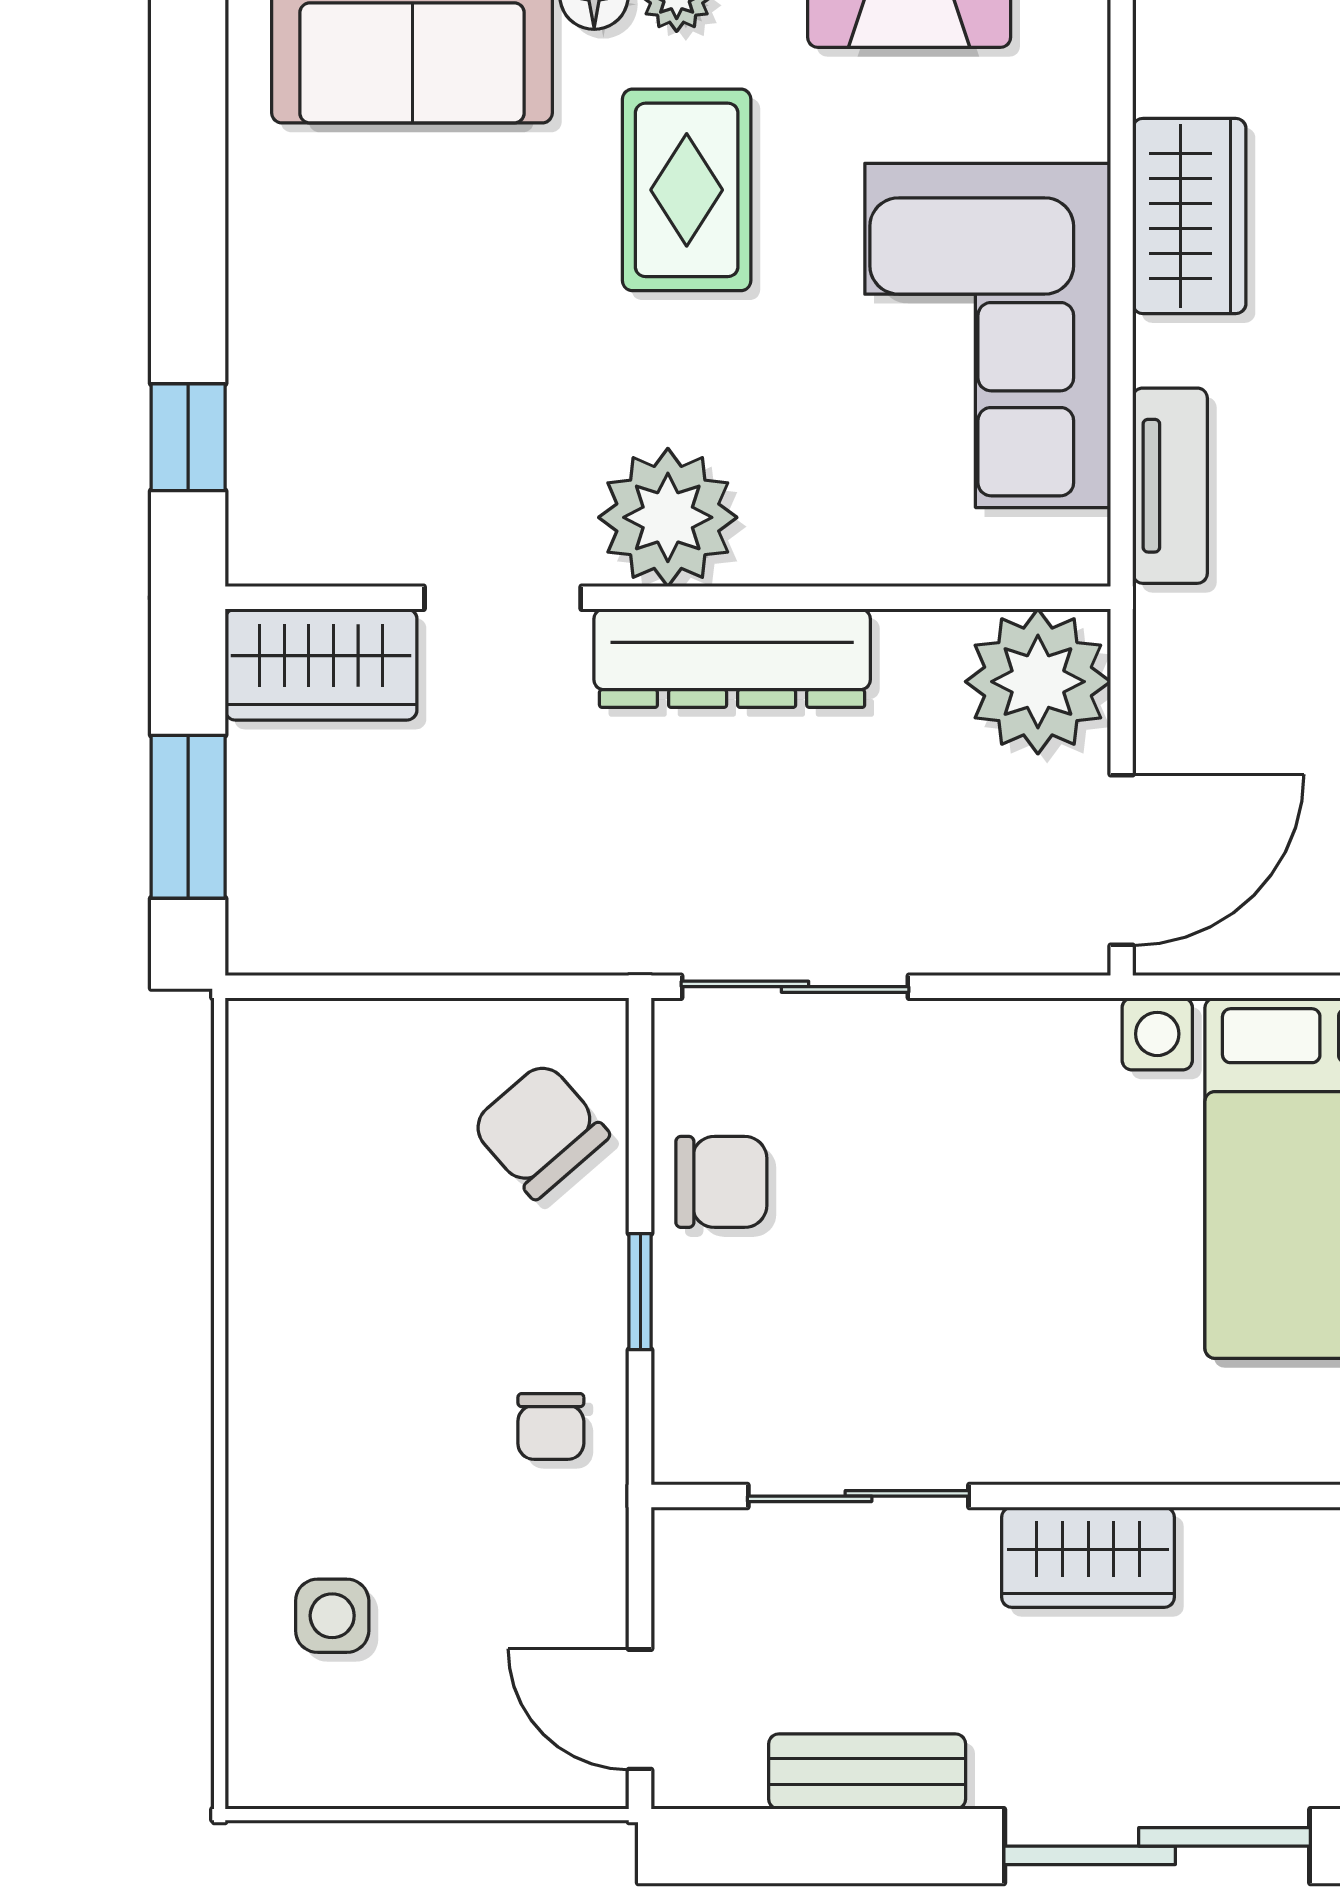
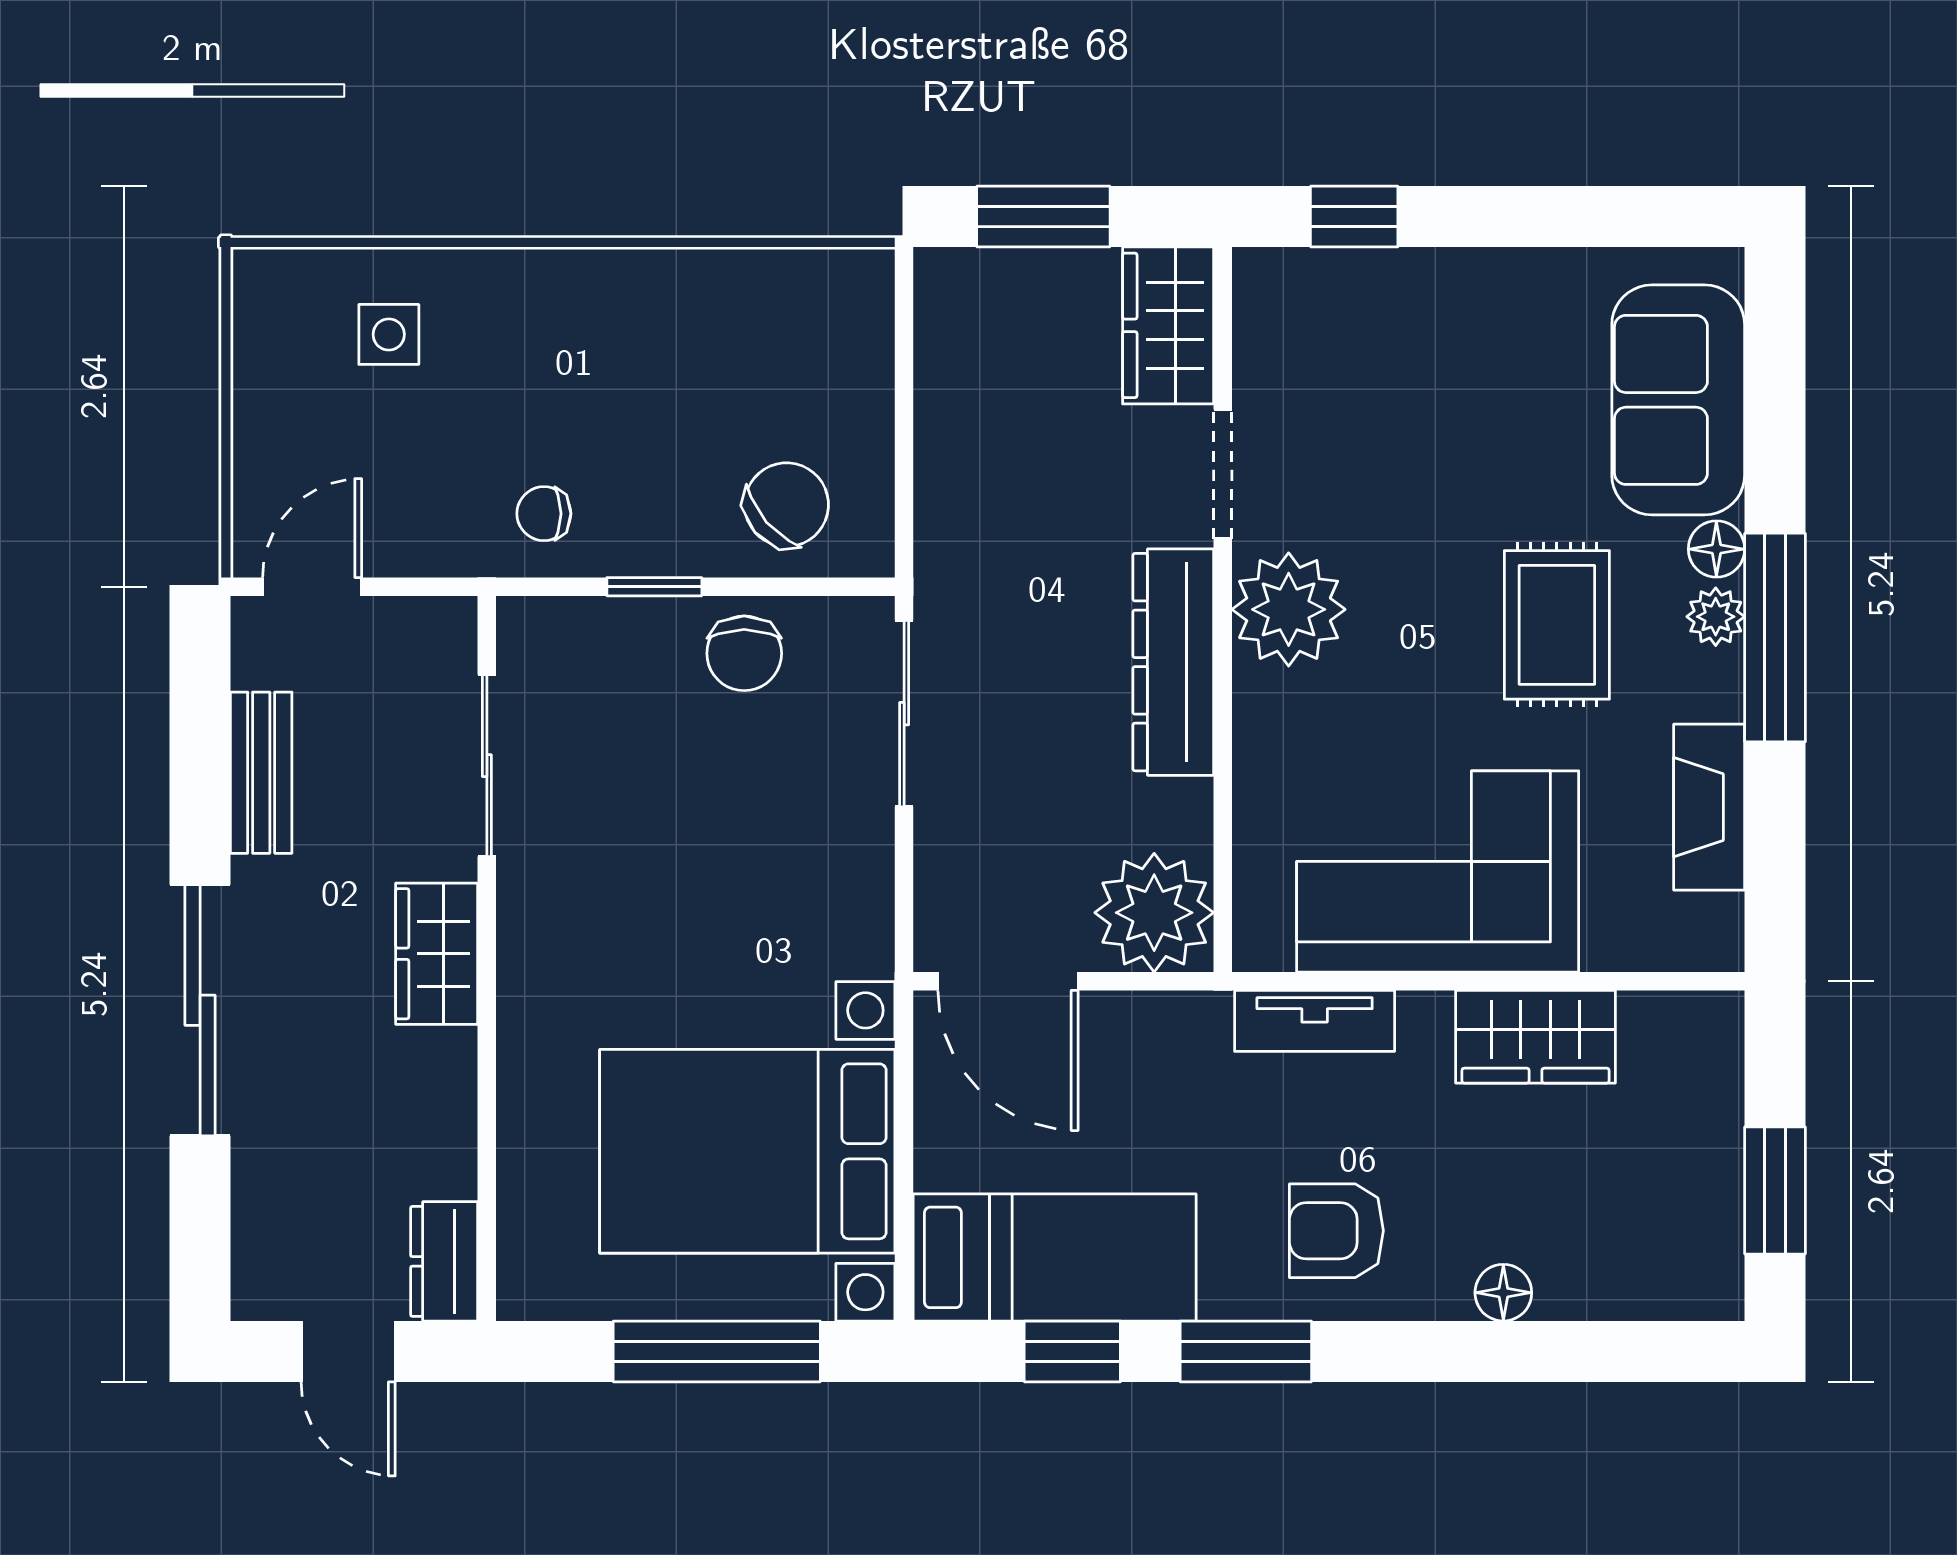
rug: (687, 190) -> (1557, 625), turned 90

